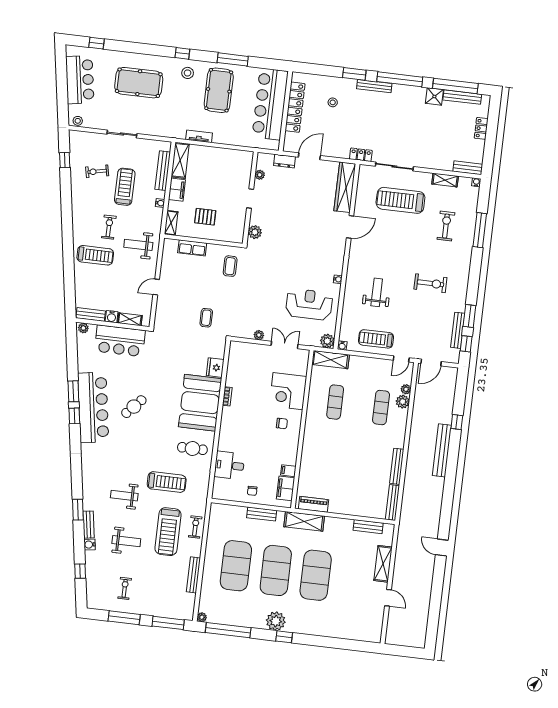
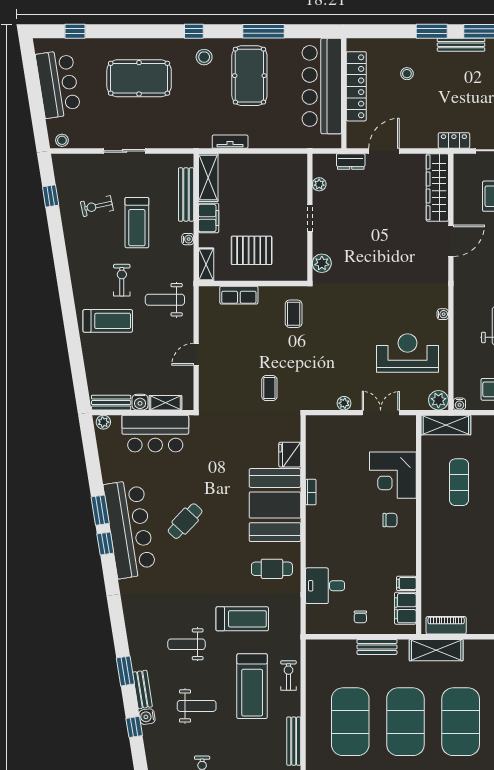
treadmill: (125, 187) -> (137, 223), turned 180
pallet: (205, 217) -> (252, 250), width x1.50, depth x1.42
window: (80, 571) -> (134, 727), moved

